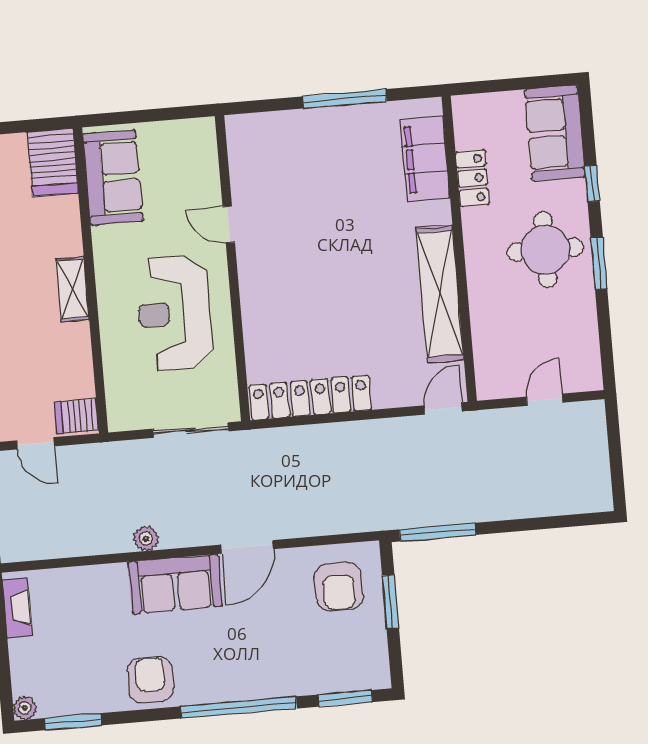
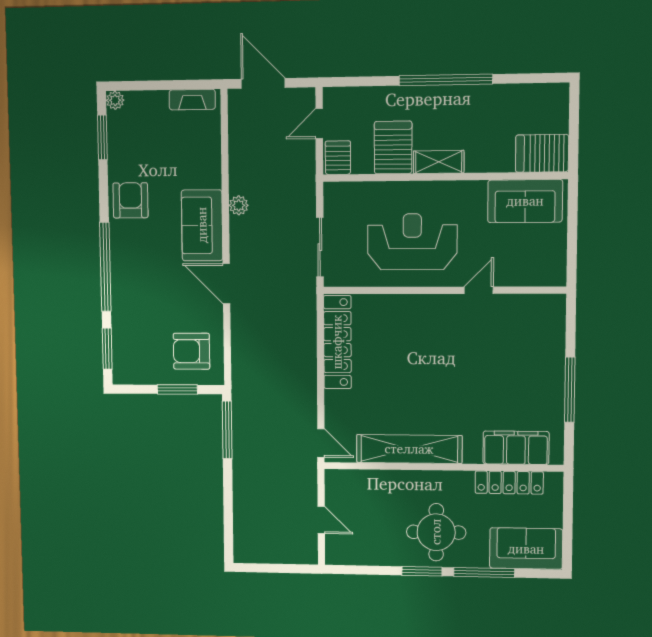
locker: (472, 178) -> (509, 483), width x1.53
window: (592, 183) -> (484, 573), width x2.17
server rack: (59, 348) -> (393, 148), added
armchair: (150, 680) -> (130, 200), turned -90

